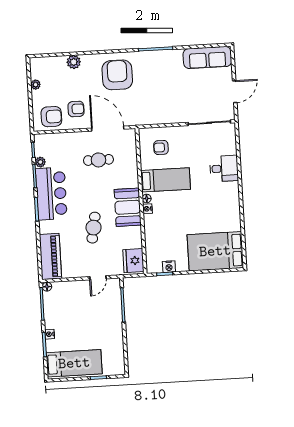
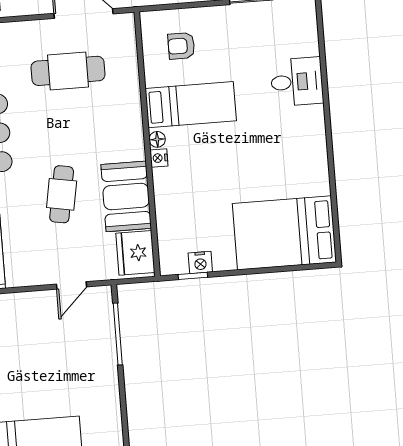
cafe table: (98, 160) -> (68, 71), width x1.37, depth x1.35
booth: (128, 207) -> (126, 196), moved

